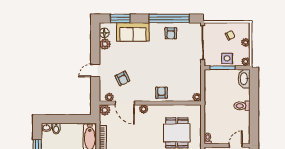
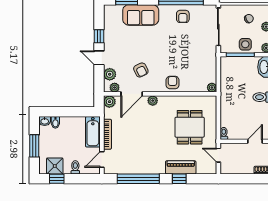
floor lamp: (104, 33) -> (109, 16), removed
plant: (105, 44) -> (110, 74), moved
window: (95, 51) -> (99, 36), added
door: (95, 70) -> (99, 58), hinge flipped
armchair: (122, 78) -> (141, 70), moved
door: (125, 103) -> (132, 94), hinge flipped

